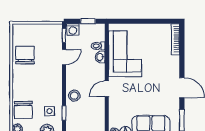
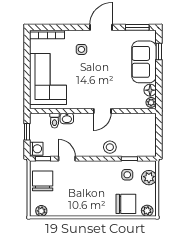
plant: (17, 34) -> (41, 211), added
corner sofa: (125, 54) -> (48, 79), moved, turned 90
chair: (25, 55) -> (43, 181), moved, turned 90
side table: (162, 70) -> (81, 49), added
door: (107, 89) -> (102, 111), hinge flipped

